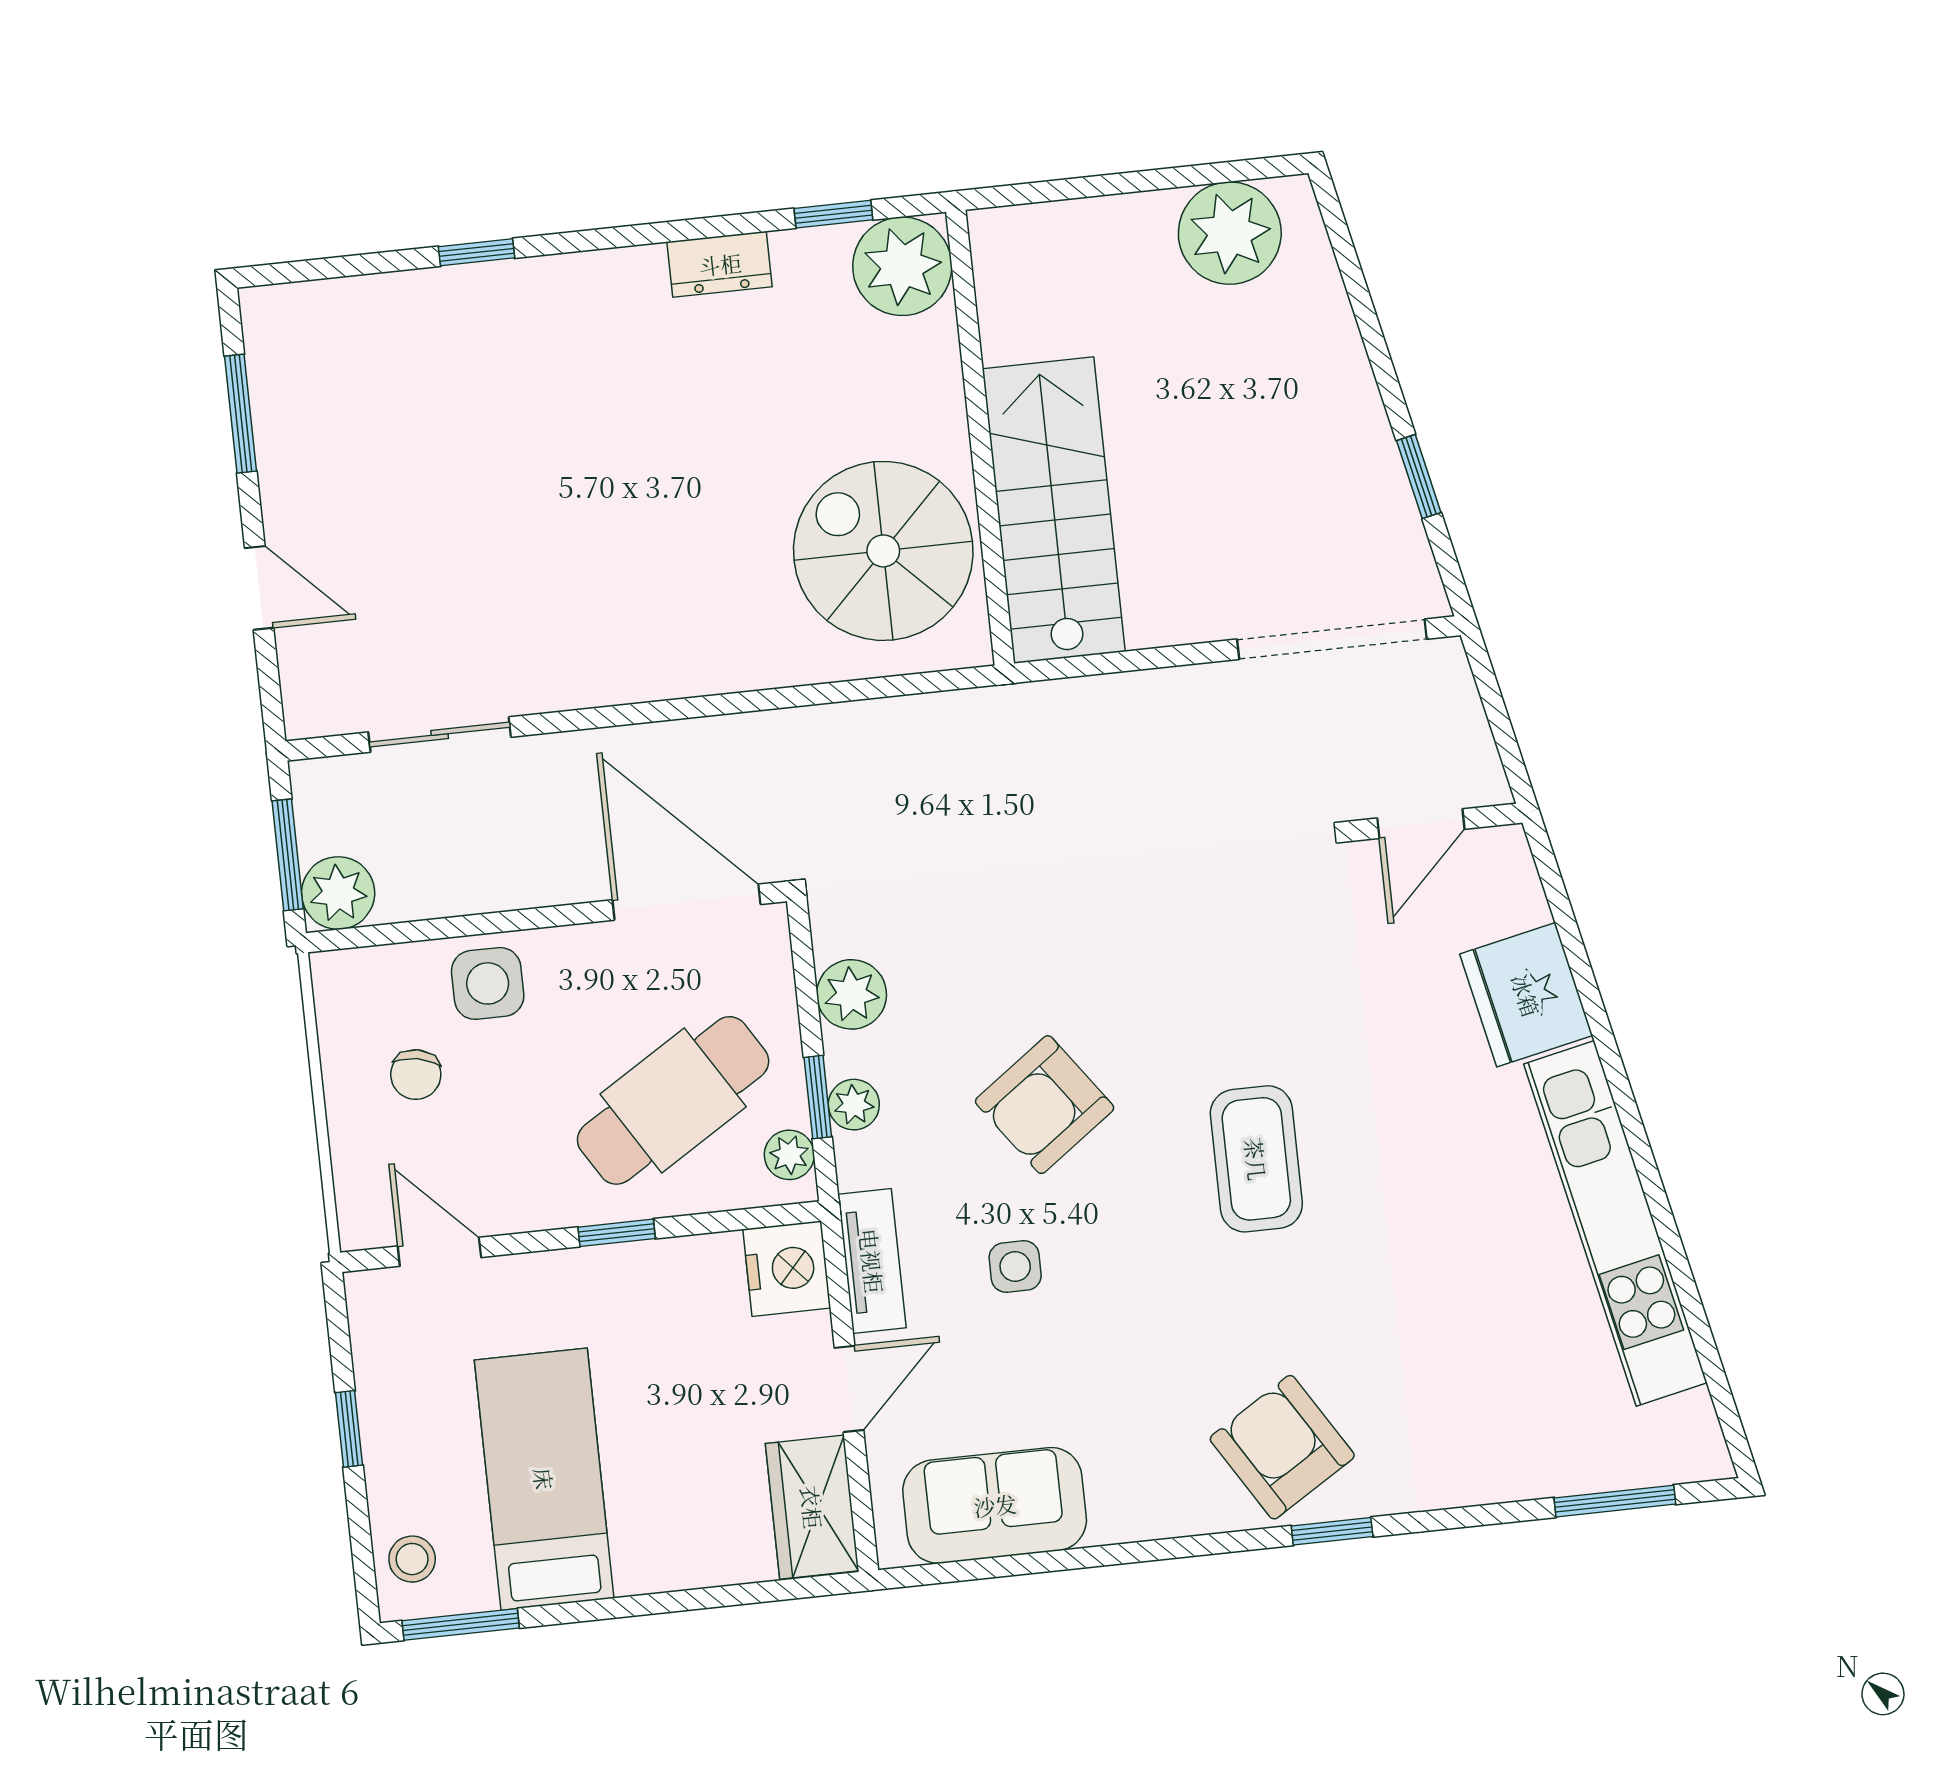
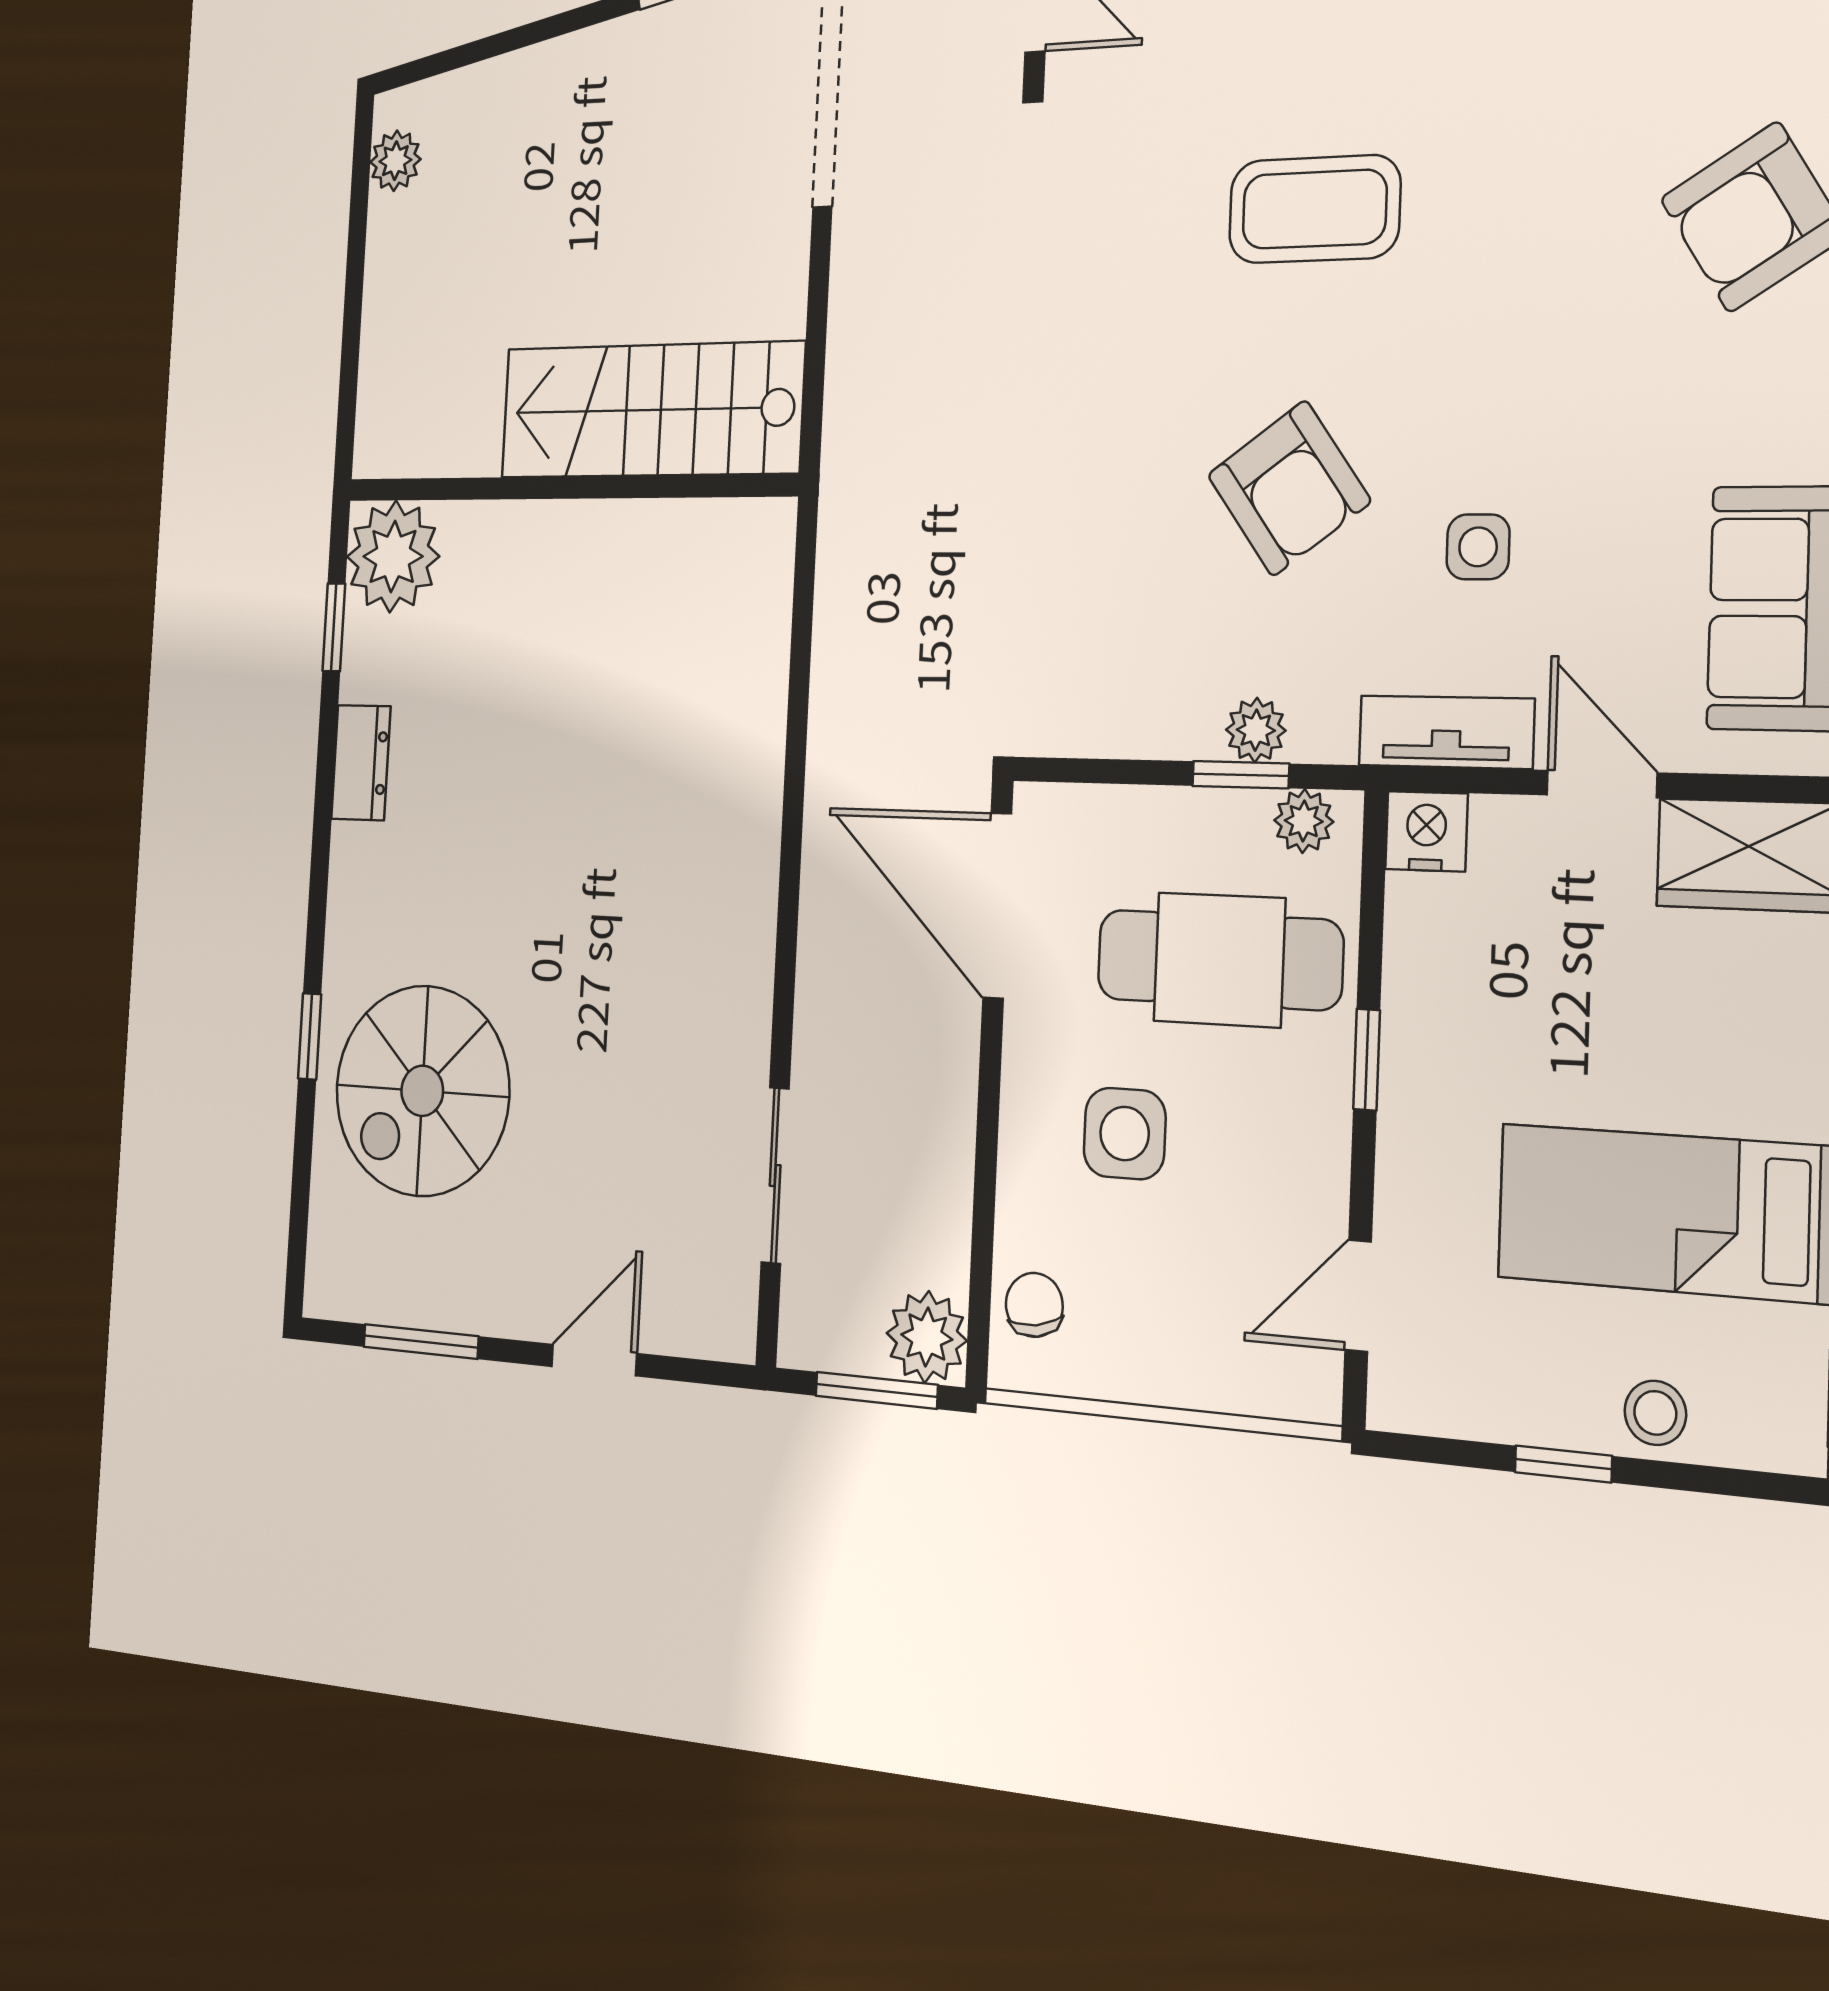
plant: (1230, 233) -> (395, 161), width x0.53, depth x0.53
spiral stairs: (883, 551) -> (422, 1091), moved
door: (687, 902) -> (997, 906), hinge flipped
side table: (488, 983) -> (1125, 1134), moved
plant: (852, 994) -> (1129, 716), removed
chair: (416, 1075) -> (1034, 1305), moved, turned -110
cafe table: (673, 1100) -> (1219, 960), turned -58
coffee table: (1256, 1159) -> (1314, 209), moved
nightstand: (787, 1269) -> (1426, 831), width x0.74, depth x0.75
stool: (412, 1559) -> (1655, 1413), moved

